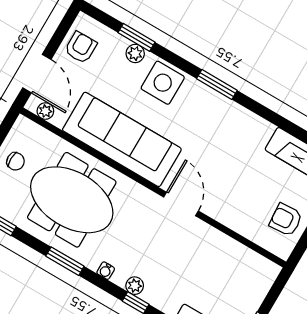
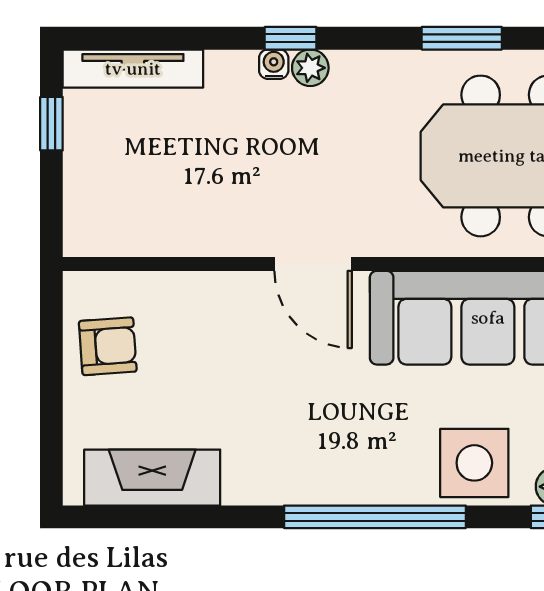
window: (217, 85) -> (375, 517), width x2.11
water cooler: (106, 271) -> (274, 64), moved

